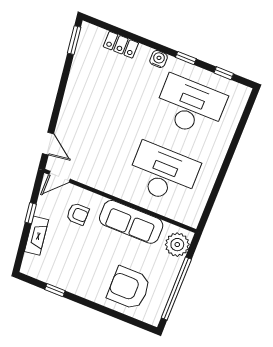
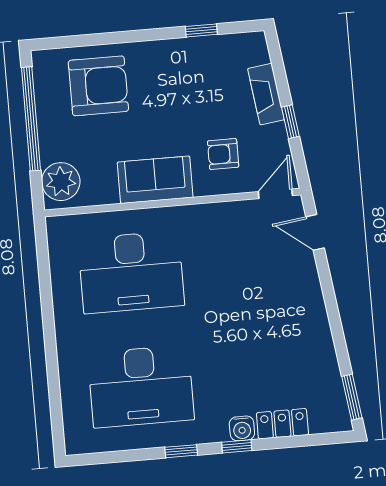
water cooler: (159, 59) -> (242, 428), moved
window: (224, 73) -> (237, 446), moved
sofa: (131, 222) -> (155, 180), width x0.73

